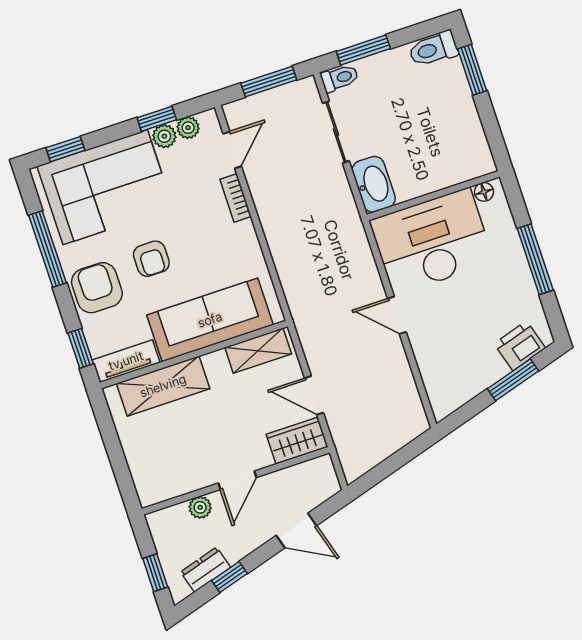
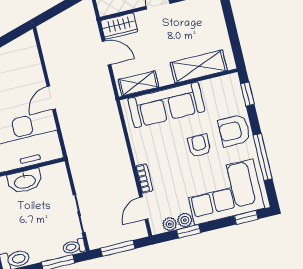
washbasin: (374, 184) -> (25, 181), moved, turned -90
armchair: (97, 288) -> (234, 131), turned 90
door: (397, 315) -> (51, 98), swing flipped
tv unit: (126, 361) -> (220, 84), removed

